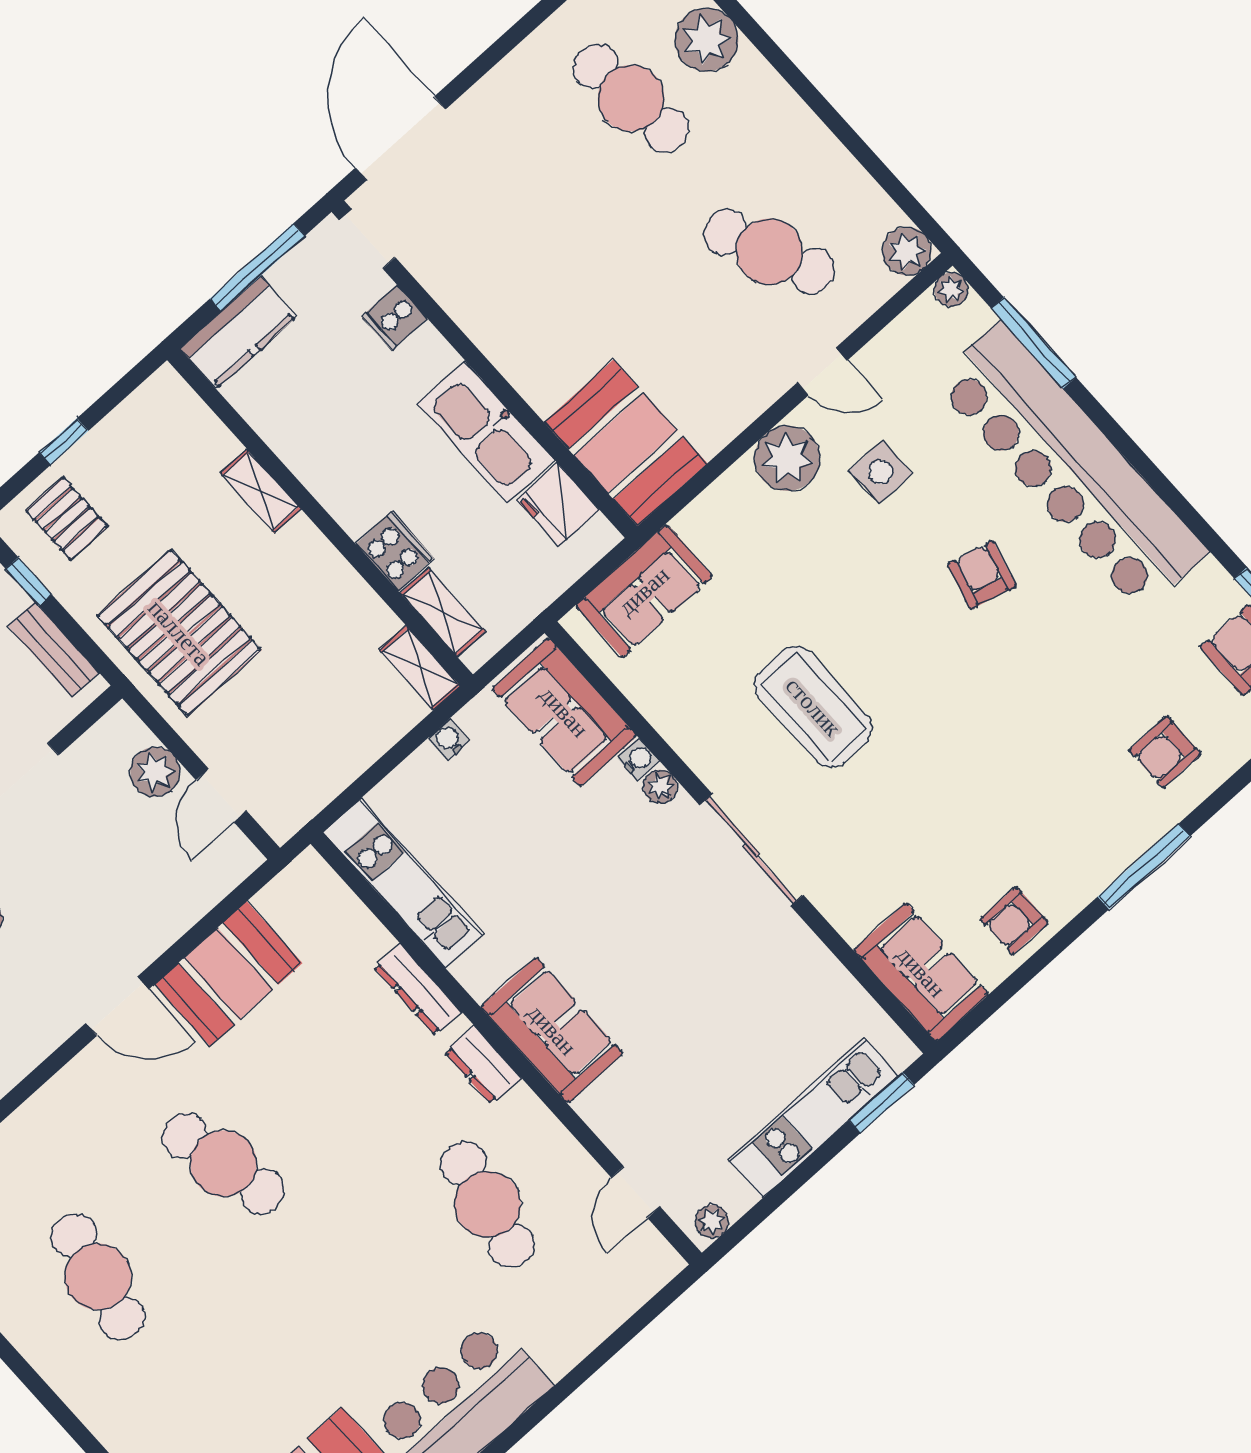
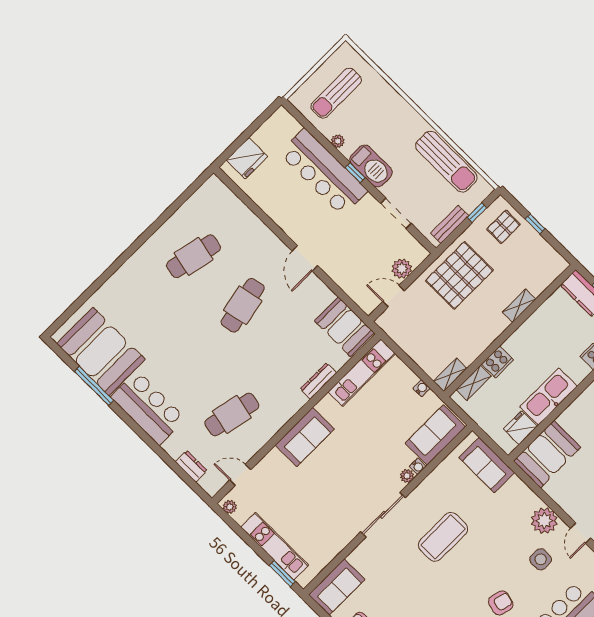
booth: (228, 974) -> (344, 327), moved
dresser: (483, 1065) -> (191, 466), moved, turned 90

